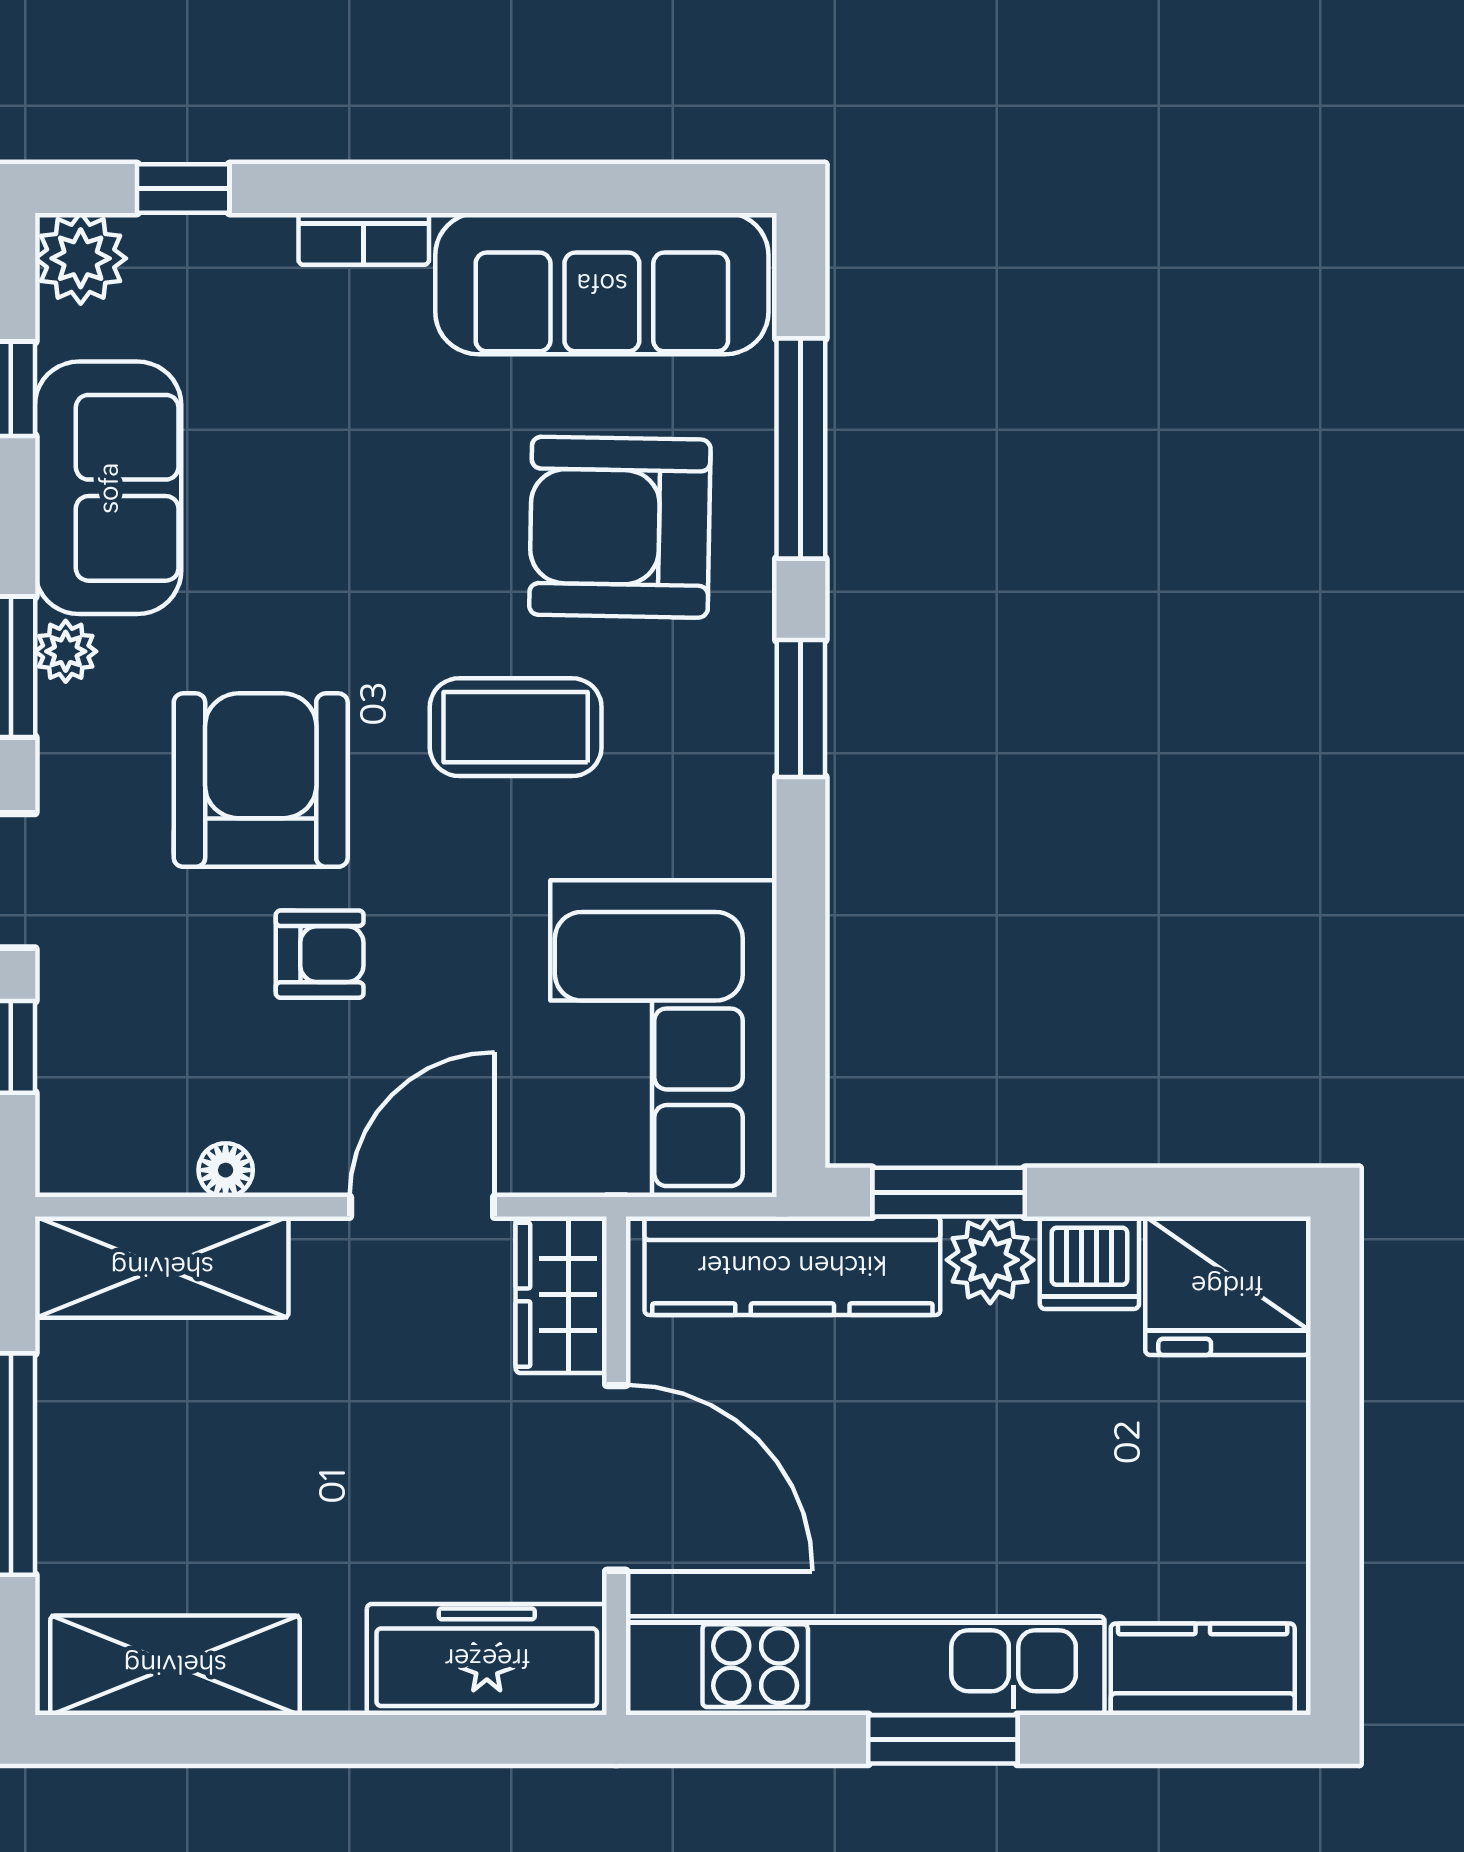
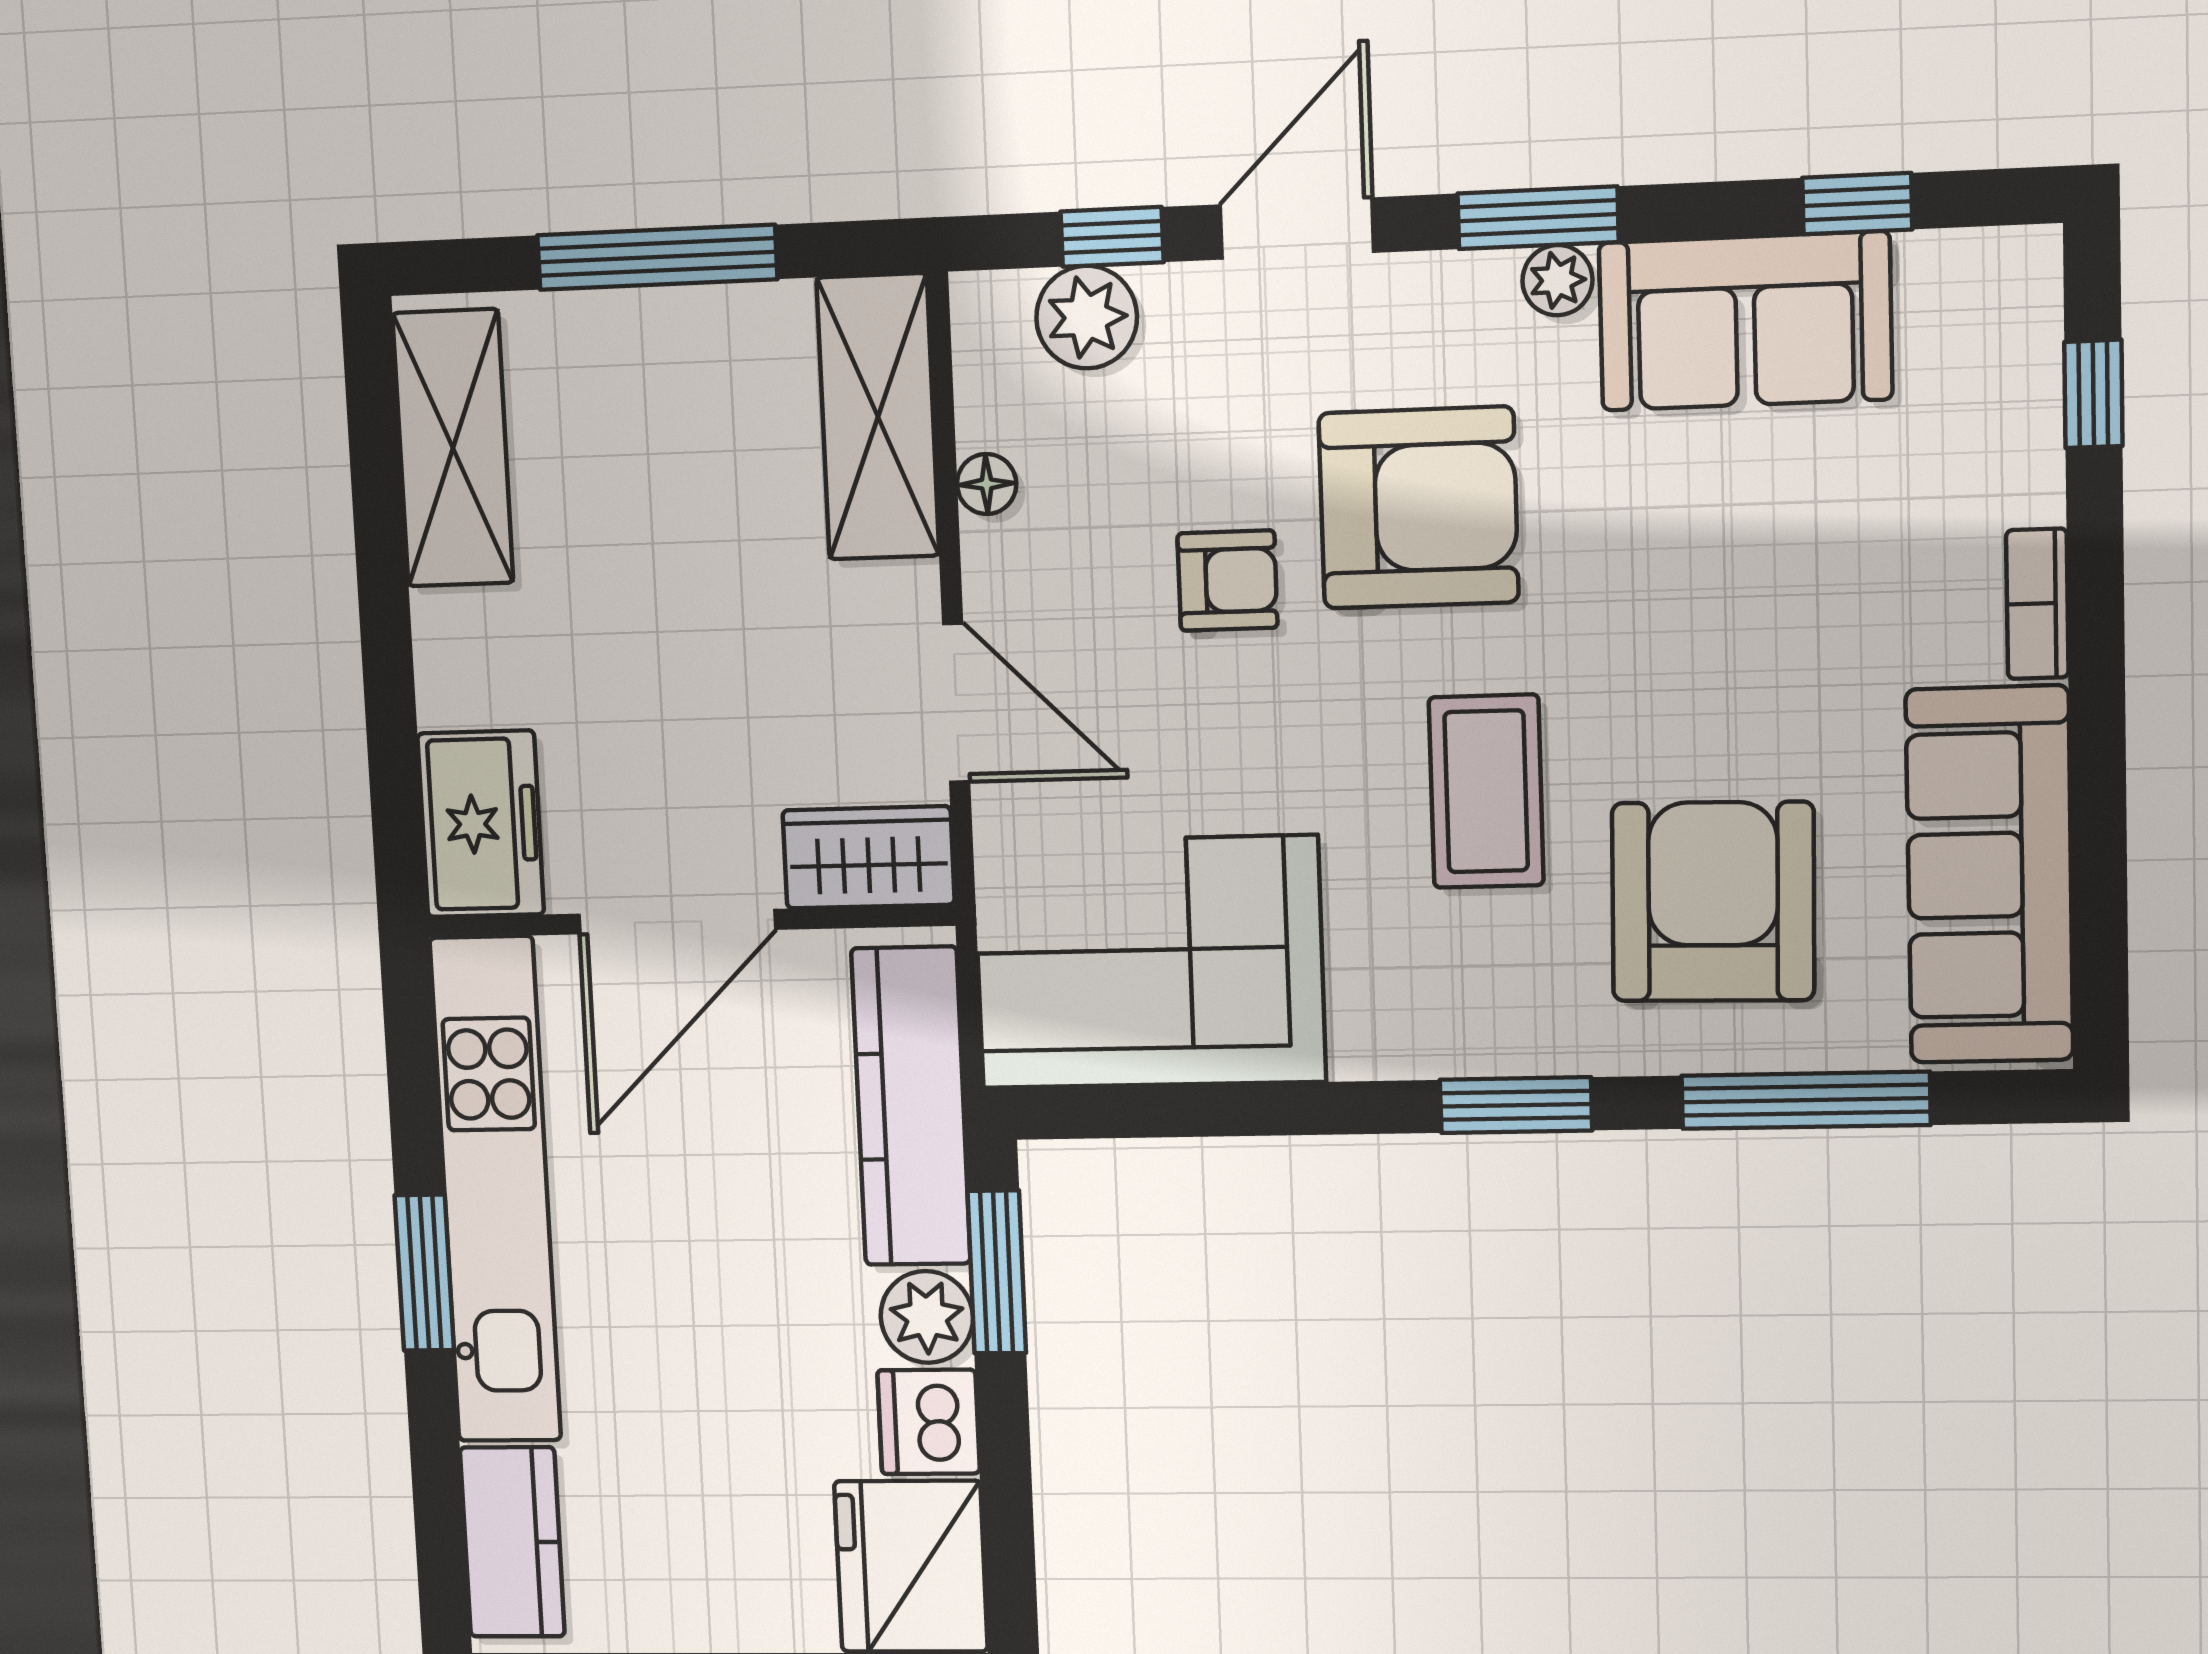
plant: (81, 258) -> (1087, 317), moved
armchair: (320, 954) -> (1227, 581), turned -90
freezer: (487, 1659) -> (481, 824), width x0.71

